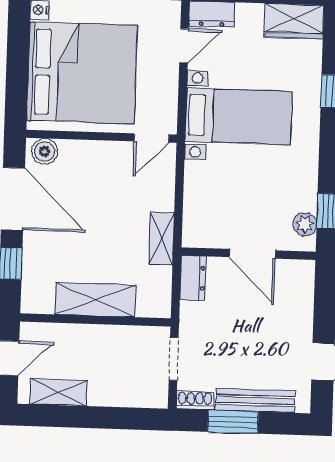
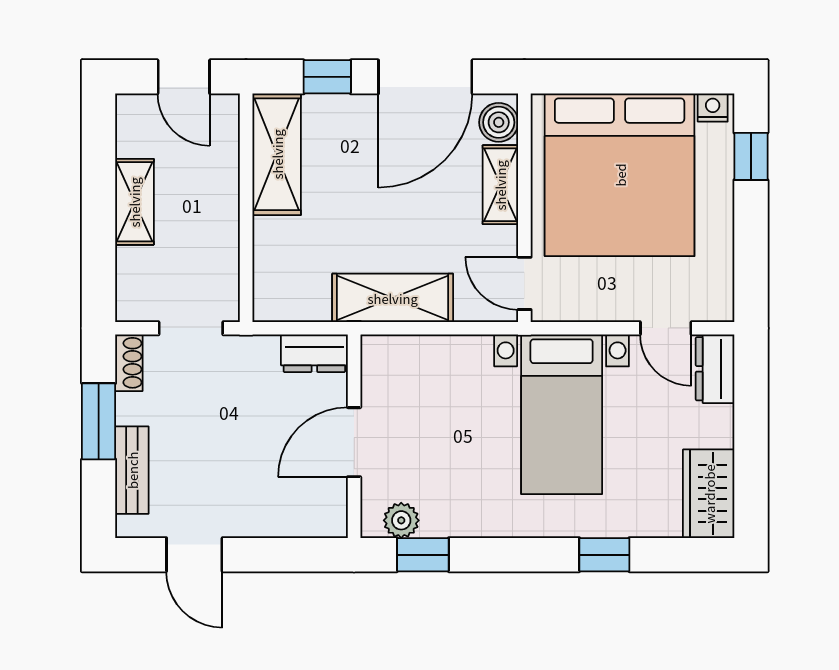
shelving: (86, 152) -> (500, 185), added
shelving: (162, 239) -> (393, 298), width x1.50, depth x1.33
shelving: (95, 300) -> (277, 154), moved
shelving: (58, 392) -> (134, 202), moved
bench: (255, 401) -> (132, 470), width x0.73

